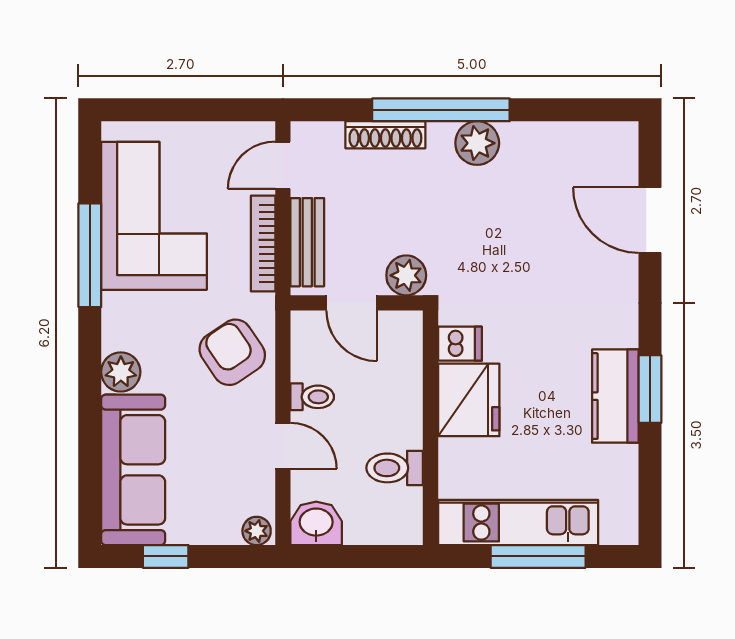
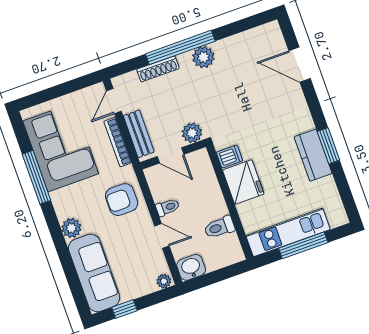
armchair: (232, 352) -> (122, 200), turned -56

